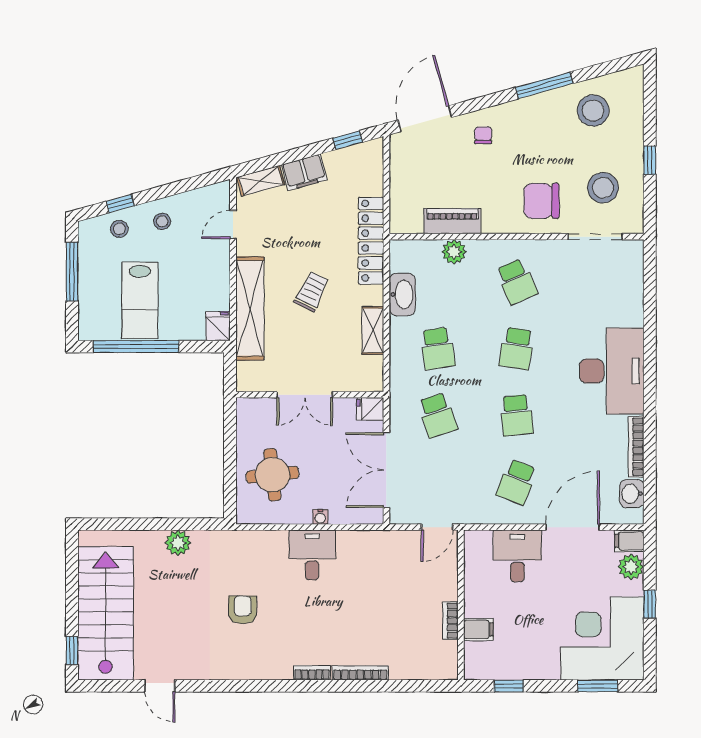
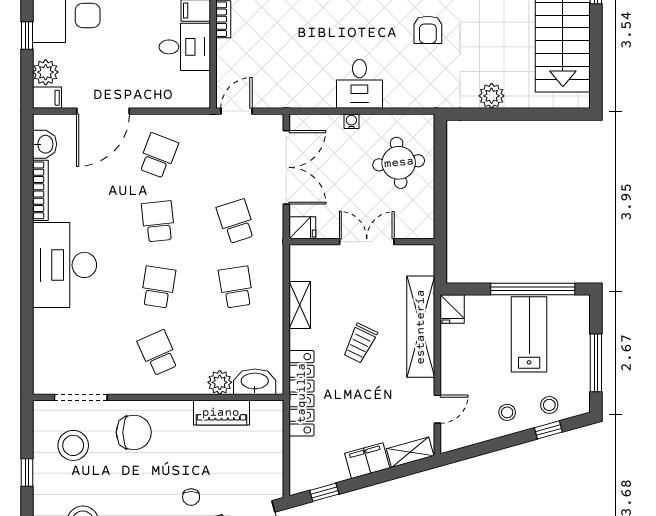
washbasin: (402, 294) -> (255, 382), moved, turned 90
desk: (517, 556) -> (185, 47), moved, turned -90

